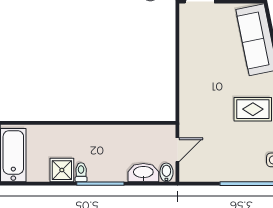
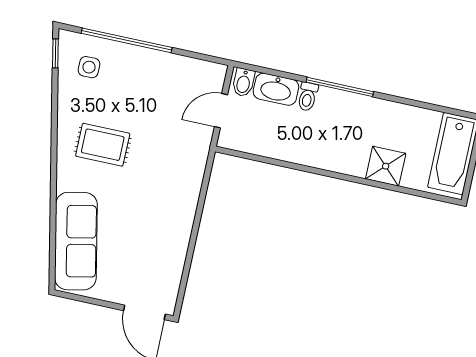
shower: (62, 170) -> (386, 166), moved
toilet: (81, 172) -> (308, 97), moved

